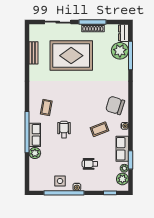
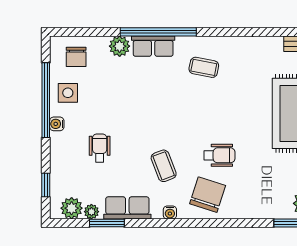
wheelchair: (64, 129) -> (219, 155), moved
chair: (41, 176) -> (76, 57), added

